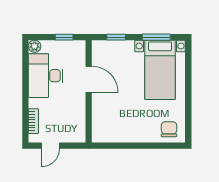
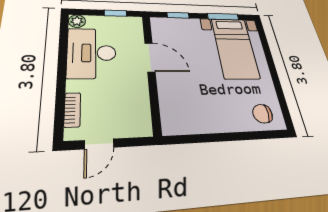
chair: (169, 129) -> (262, 114), turned -90

